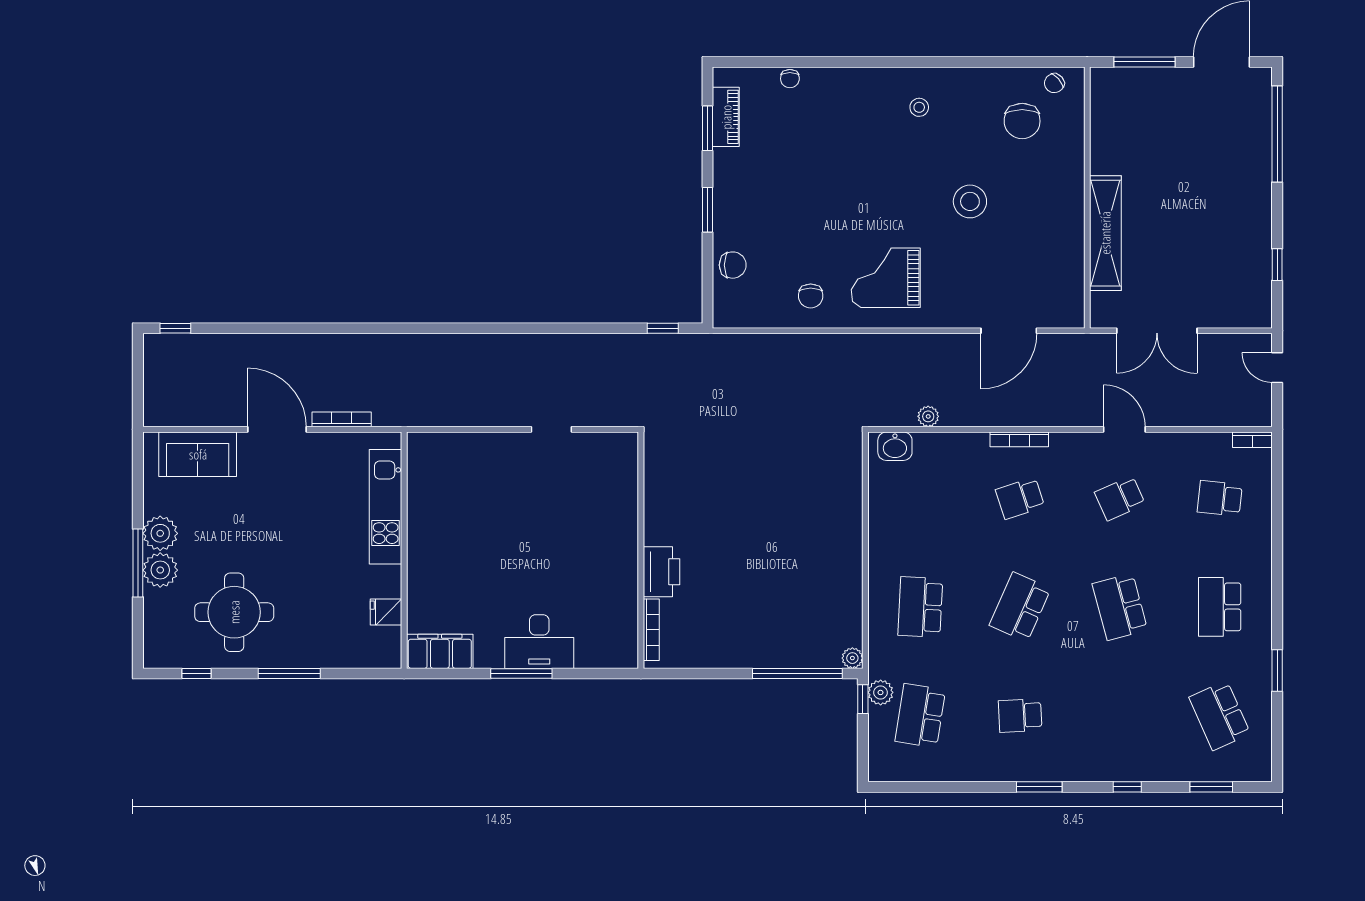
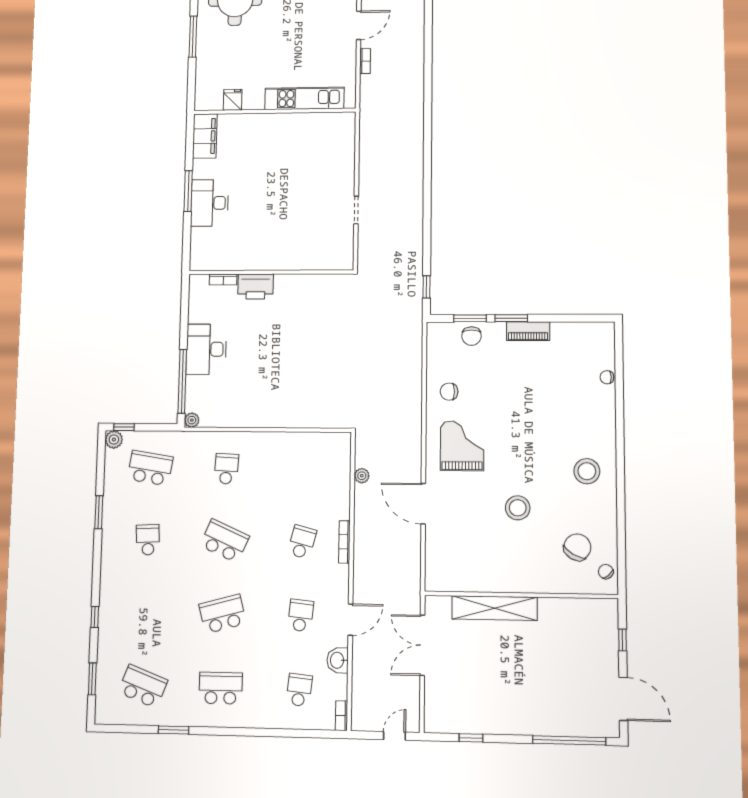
window: (1145, 62) -> (623, 640), width x0.46
stool: (919, 107) -> (587, 471), width x1.89, depth x1.89
piano: (726, 117) -> (528, 331), moved
chair: (1022, 121) -> (577, 547), turned 120
window: (708, 128) -> (470, 318), moved
door: (1009, 331) -> (423, 504), moved
bookcase: (342, 419) -> (365, 61), width x0.64
door: (277, 429) -> (359, 25), width x0.73
washbasin: (895, 446) -> (338, 660), moved
school desk: (1020, 498) -> (302, 542), turned 33
school desk: (1120, 498) -> (301, 615), turned 30
school desk: (920, 607) -> (226, 469), width x0.54
bookcase: (651, 630) -> (223, 280), width x0.64
desk: (752, 640) -> (206, 349), added
plant: (881, 692) -> (114, 440), moved
window: (863, 699) -> (124, 427), moved
school desk: (1220, 716) -> (143, 686), turned 45
window: (1039, 787) -> (99, 512), moved

